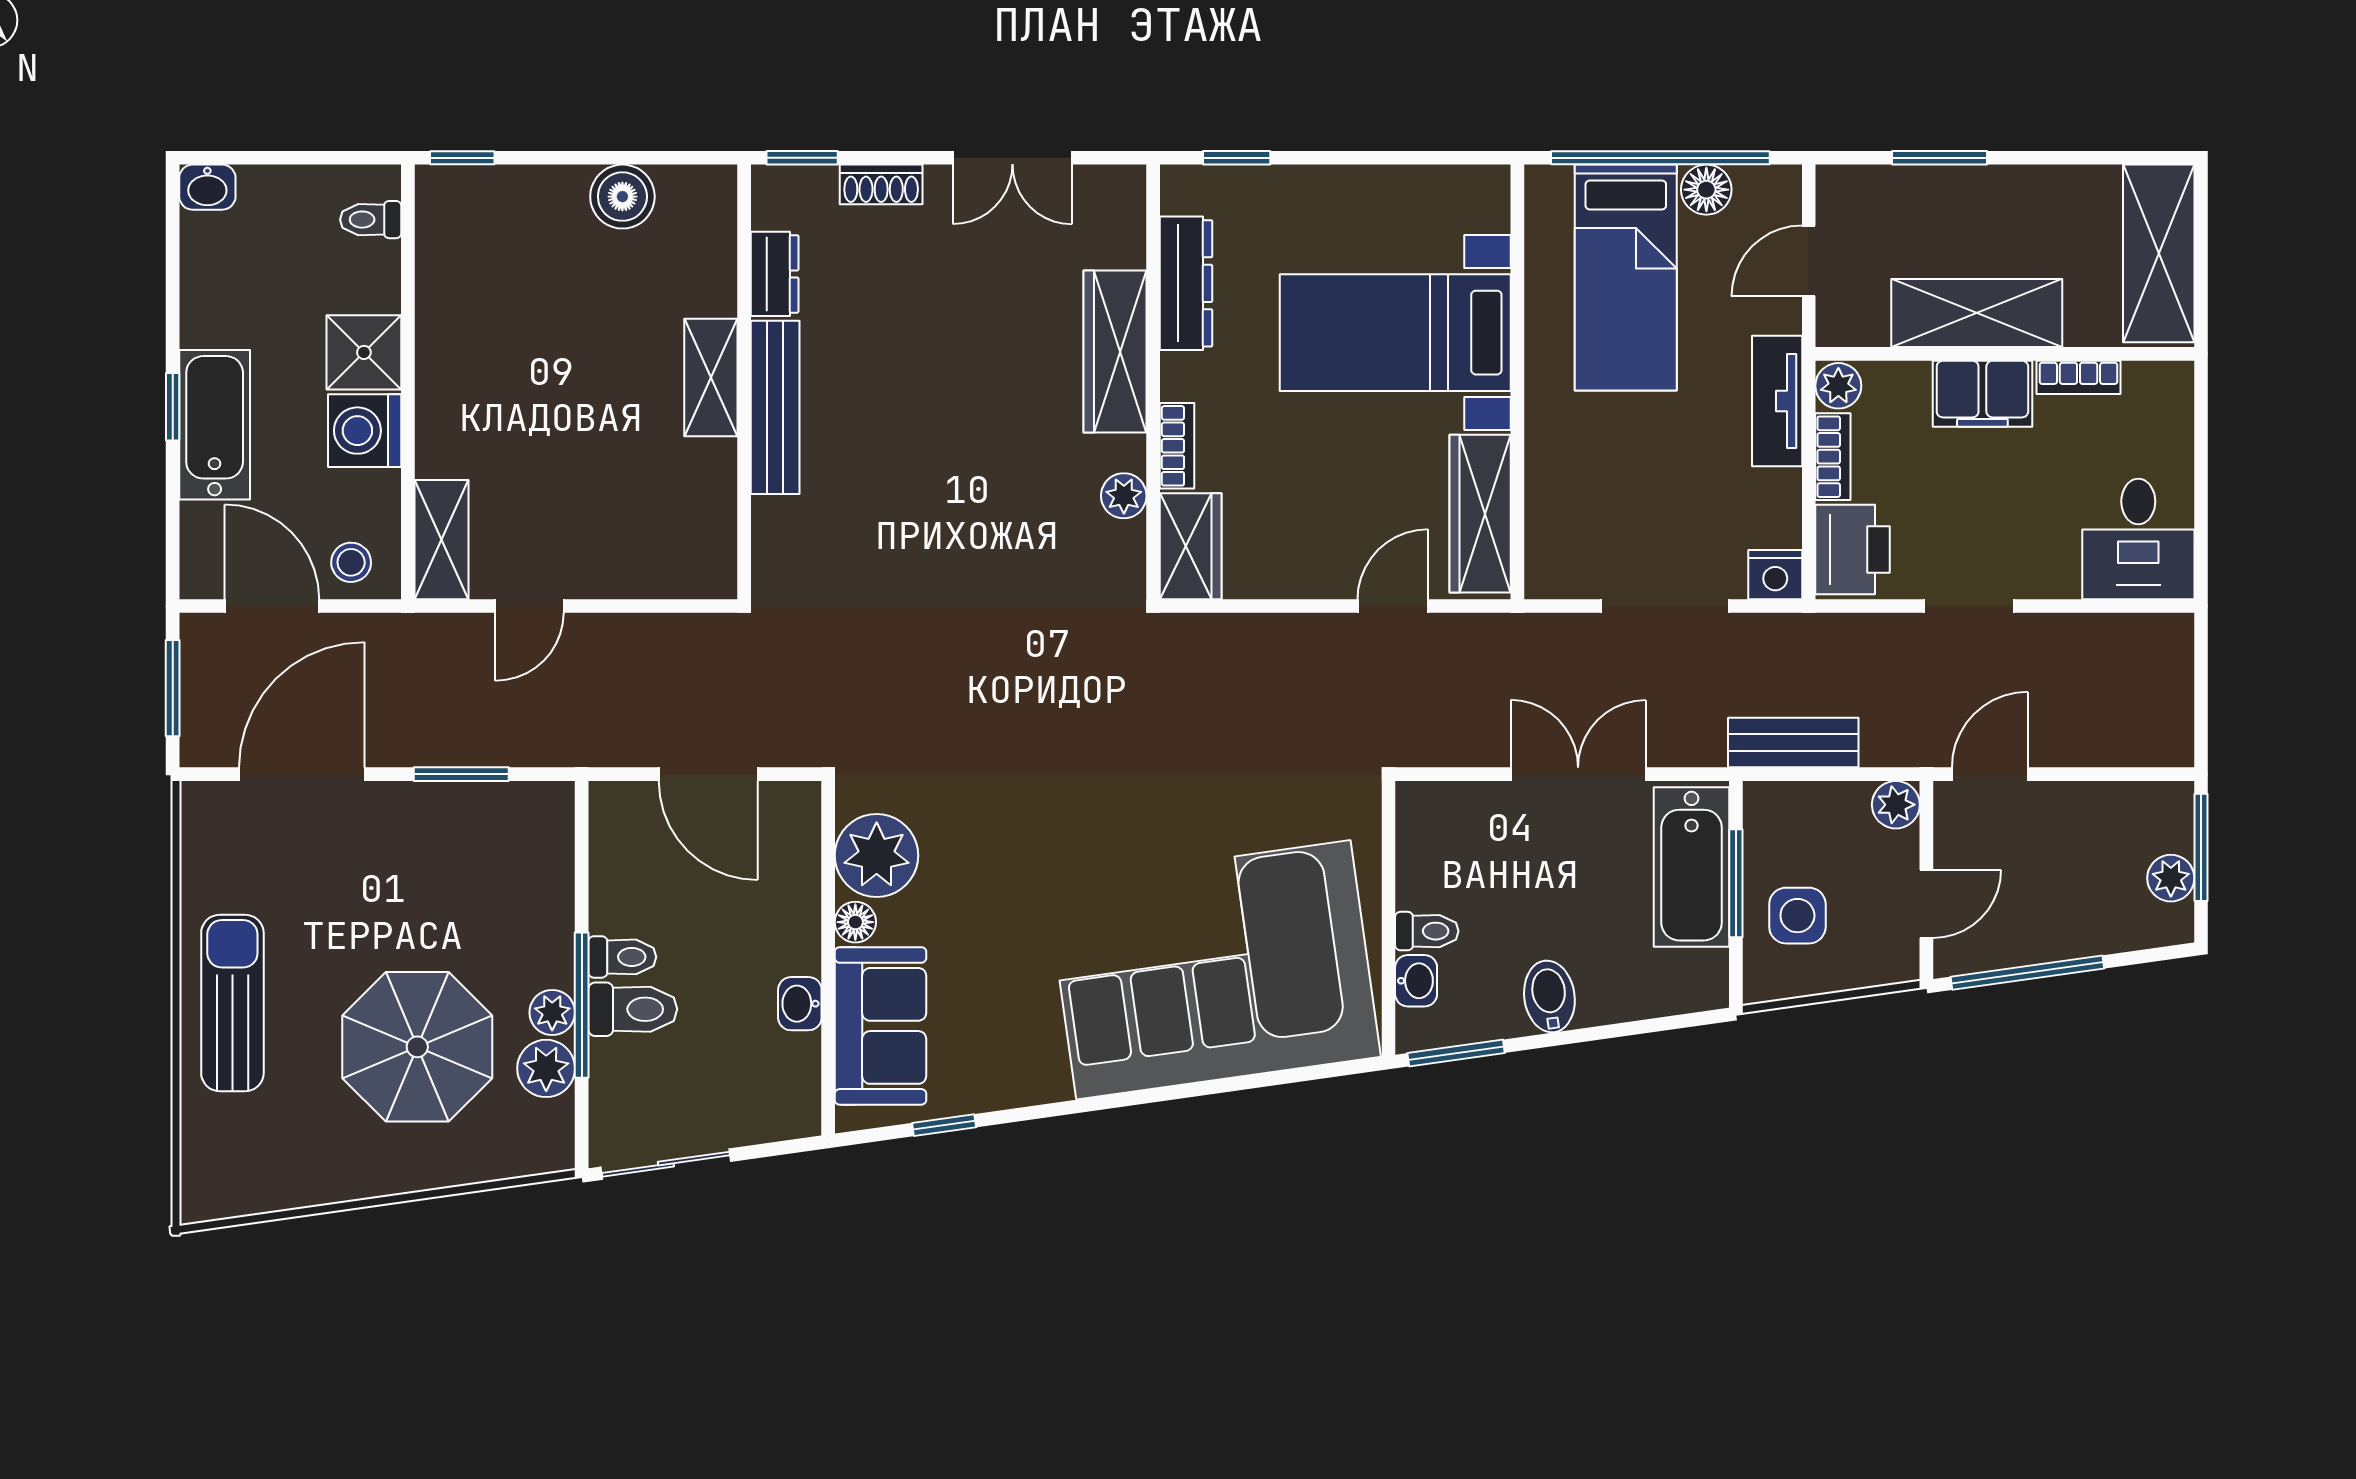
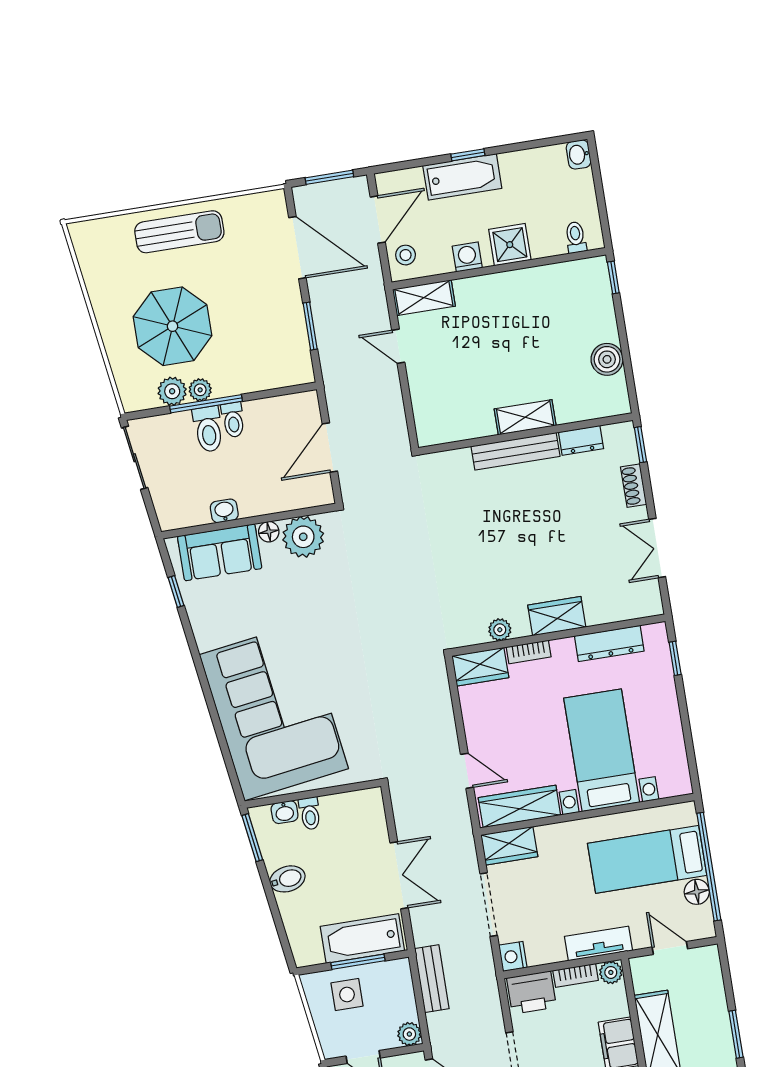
window: (1939, 158) -> (736, 1034), moved
wardrobe: (1115, 351) -> (557, 616), width x0.67
washing machine: (365, 431) -> (467, 257), width x0.73, depth x0.73
wardrobe: (1555, 546) -> (509, 846), added

